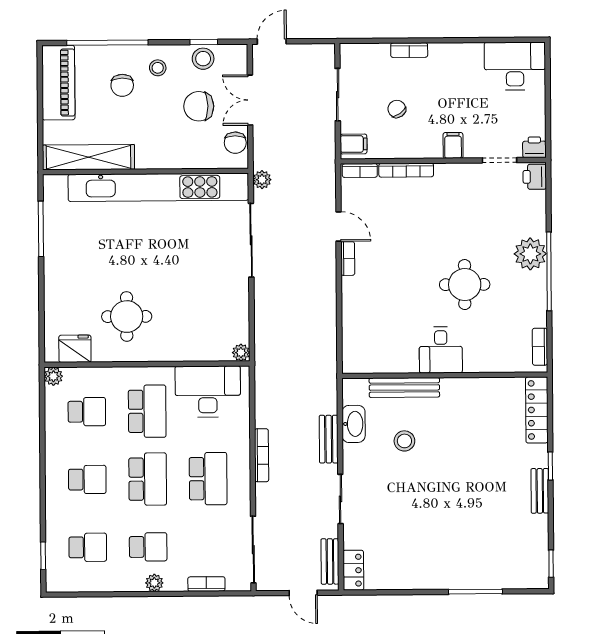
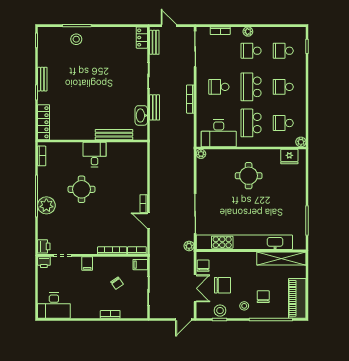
round table: (127, 317) -> (249, 176), moved
stool: (404, 441) -> (76, 39), moved
school desk: (208, 479) -> (219, 87), width x0.54

